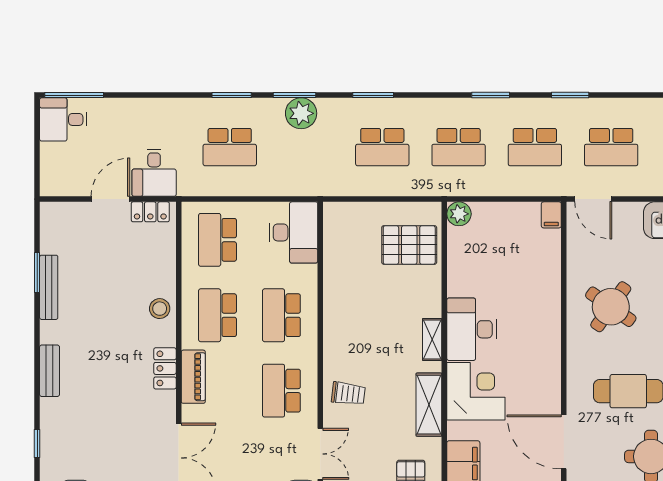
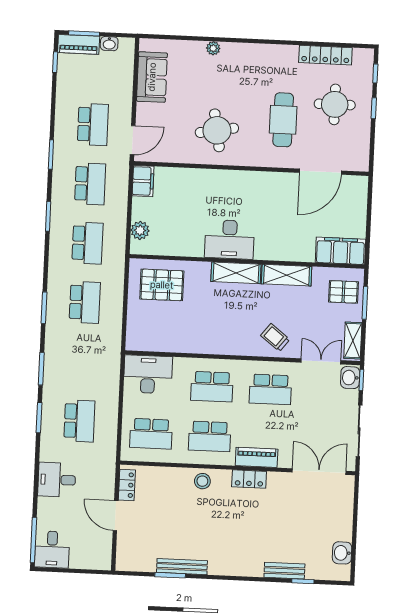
plant: (301, 113) -> (56, 364), removed
desk: (154, 173) -> (57, 480), moved, turned 180
plant: (459, 214) -> (140, 230), moved
filing cabinet: (551, 215) -> (143, 181), width x2.00
pallet: (409, 245) -> (162, 285), turned 90
round table: (611, 307) -> (217, 130), turned 45
shelving: (432, 339) -> (236, 273), width x1.50, depth x1.33
bench: (50, 371) -> (284, 571), moved
corner desk: (476, 391) -> (278, 238), removed
trolley: (348, 394) -> (275, 337), turned -59

